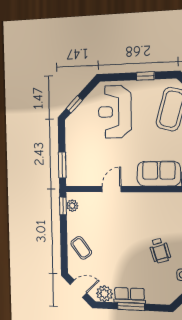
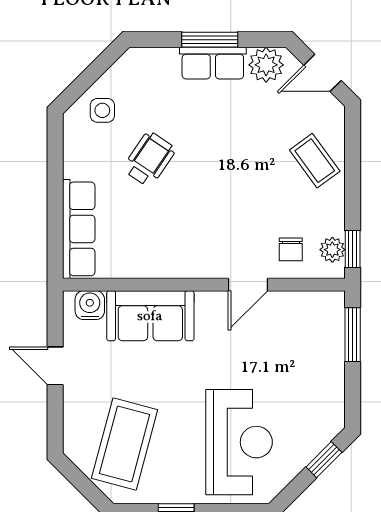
chair: (92, 206) -> (291, 249), added
wheelchair: (160, 250) -> (149, 159), turned 51

